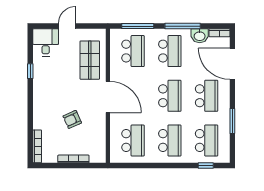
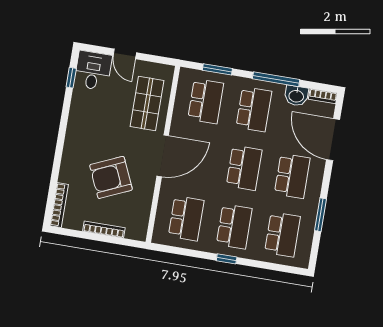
door: (67, 26) -> (125, 54), swing flipped
window: (138, 26) -> (217, 69), width x0.69
window: (30, 71) -> (71, 78), moved
door: (108, 97) -> (163, 156), hinge flipped
armchair: (72, 119) -> (111, 177), width x1.88, depth x1.88
window: (206, 166) -> (227, 259), moved

